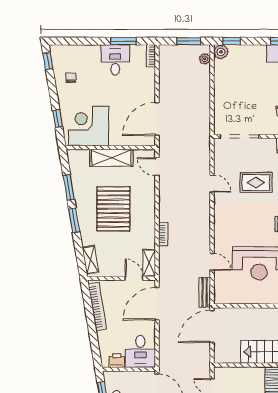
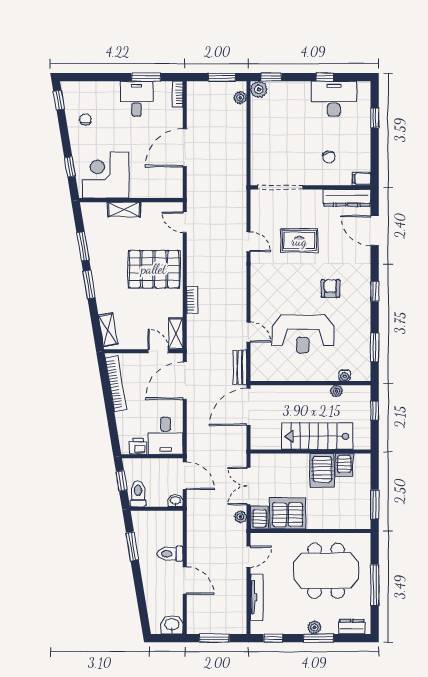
door: (157, 119) -> (185, 148), moved
shelving: (111, 158) -> (124, 209), width x0.67, depth x0.75
pallet: (113, 209) -> (154, 269), moved, turned 90

